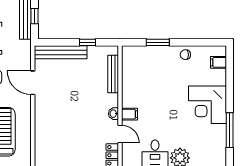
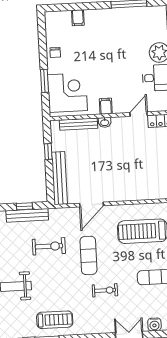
filing cabinet: (219, 62) -> (78, 18), moved
corner desk: (208, 105) -> (67, 93), moved, turned -90
washbasin: (114, 114) -> (105, 122), moved
filing cabinet: (129, 114) -> (106, 106), moved

